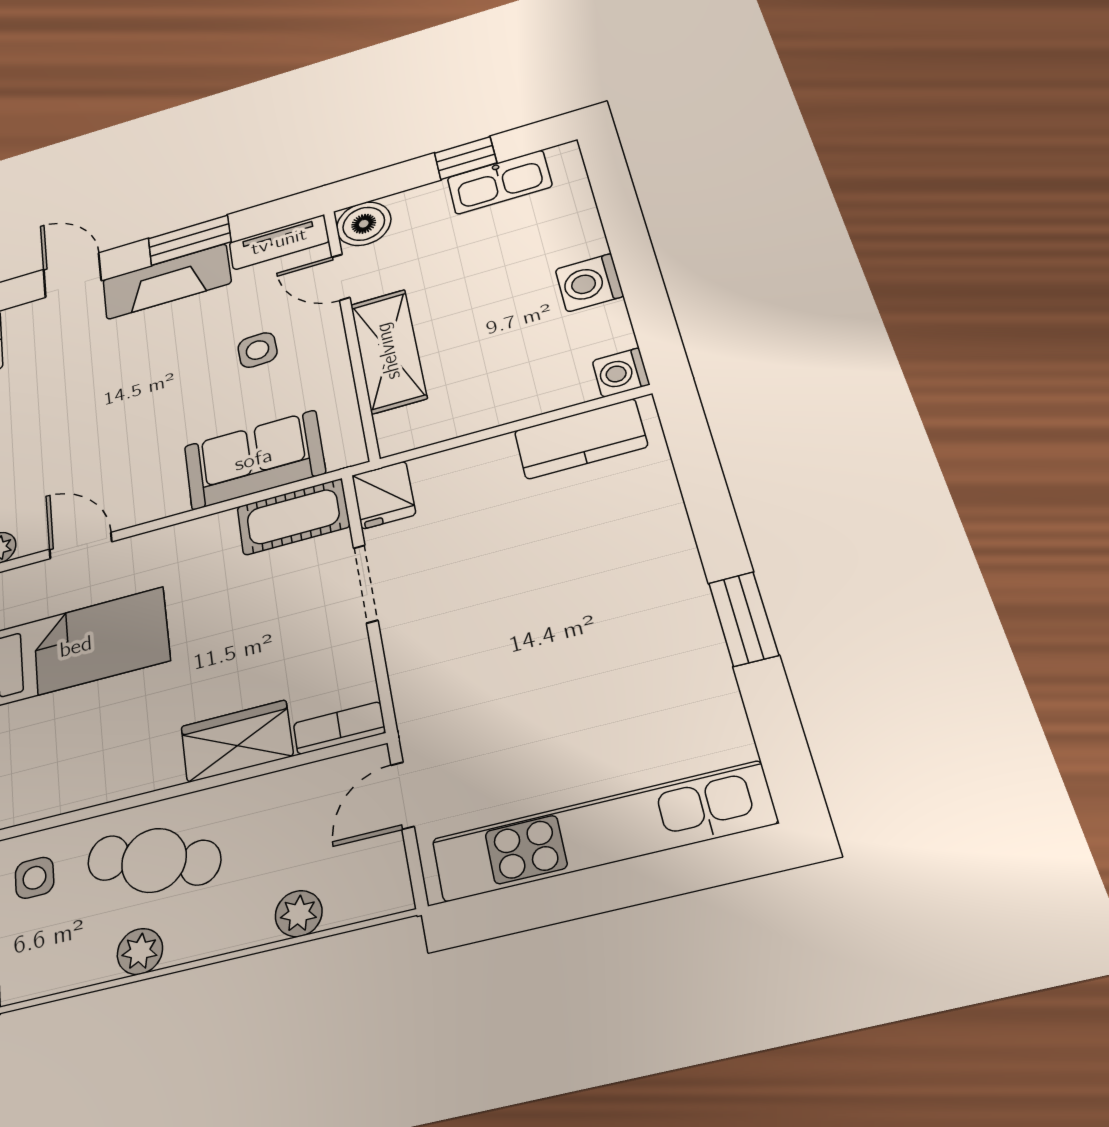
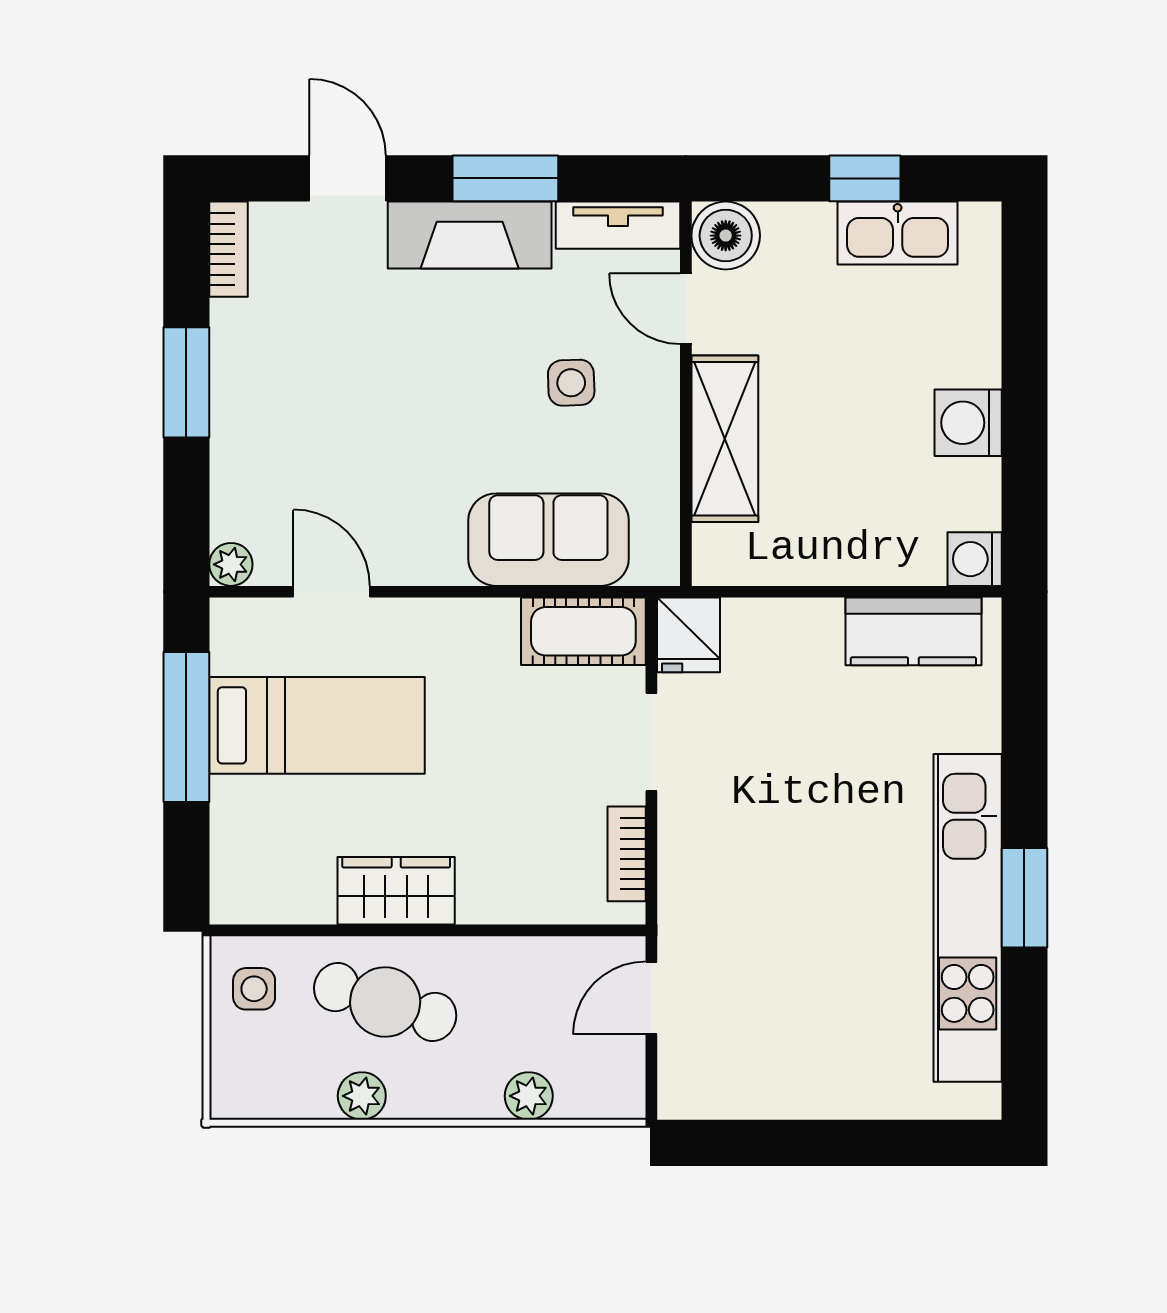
bookcase: (339, 728) -> (627, 854), moved, turned -90
wardrobe: (237, 741) -> (396, 891), moved
kitchen unit: (602, 831) -> (968, 918), moved, turned -90

